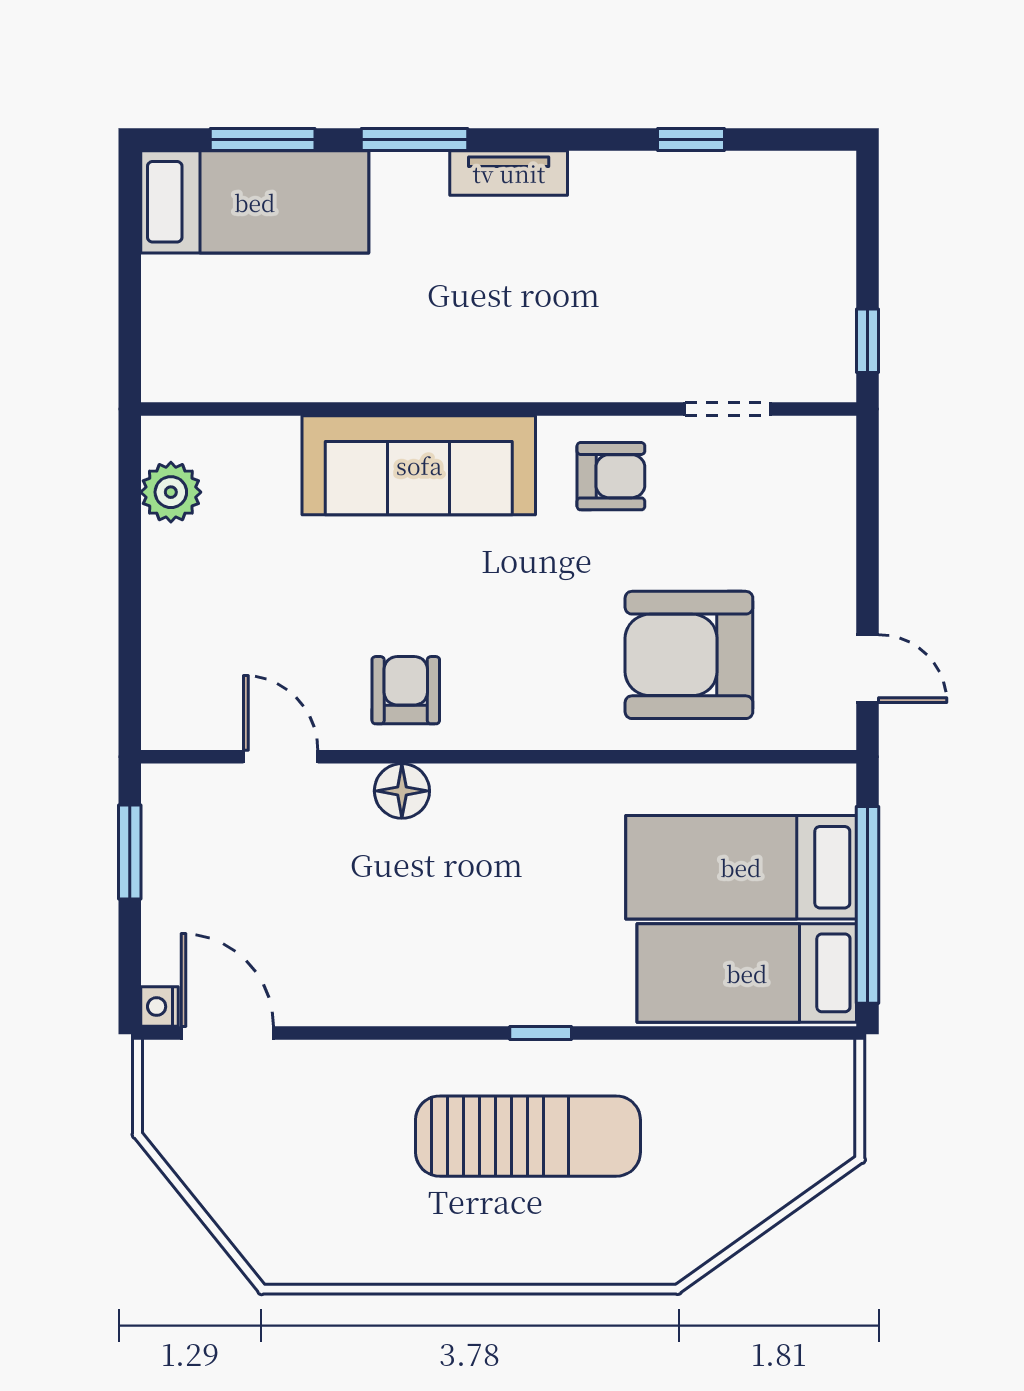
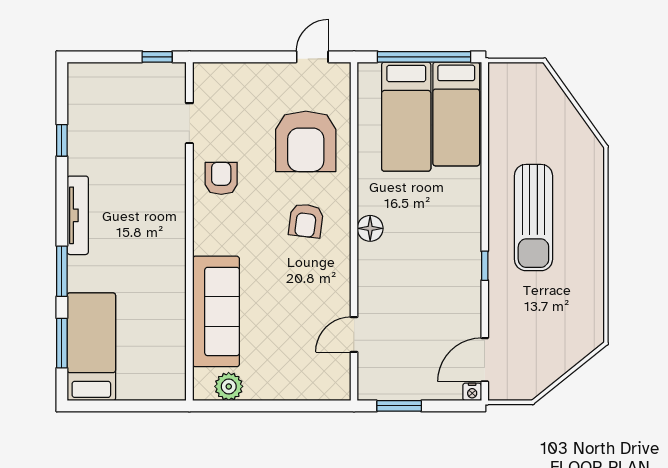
tv unit: (509, 173) -> (78, 215), width x1.41
sofa: (419, 465) -> (216, 311), moved
armchair: (406, 690) -> (306, 221), moved, turned -83
floor lamp: (402, 791) -> (370, 228), moved
window: (541, 1033) -> (485, 266), moved
sun lounger: (528, 1136) -> (533, 218), turned 180

